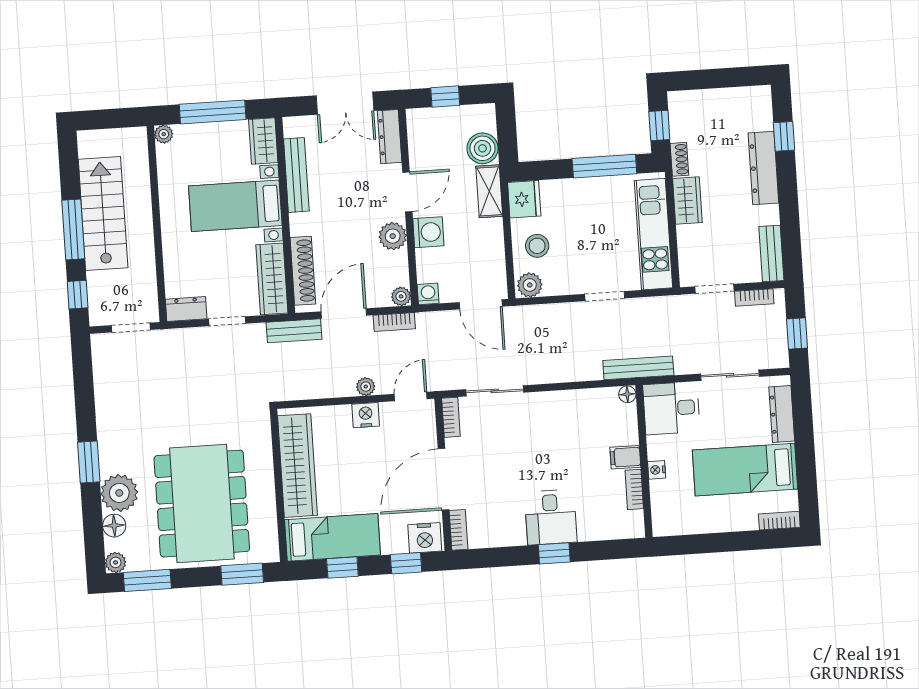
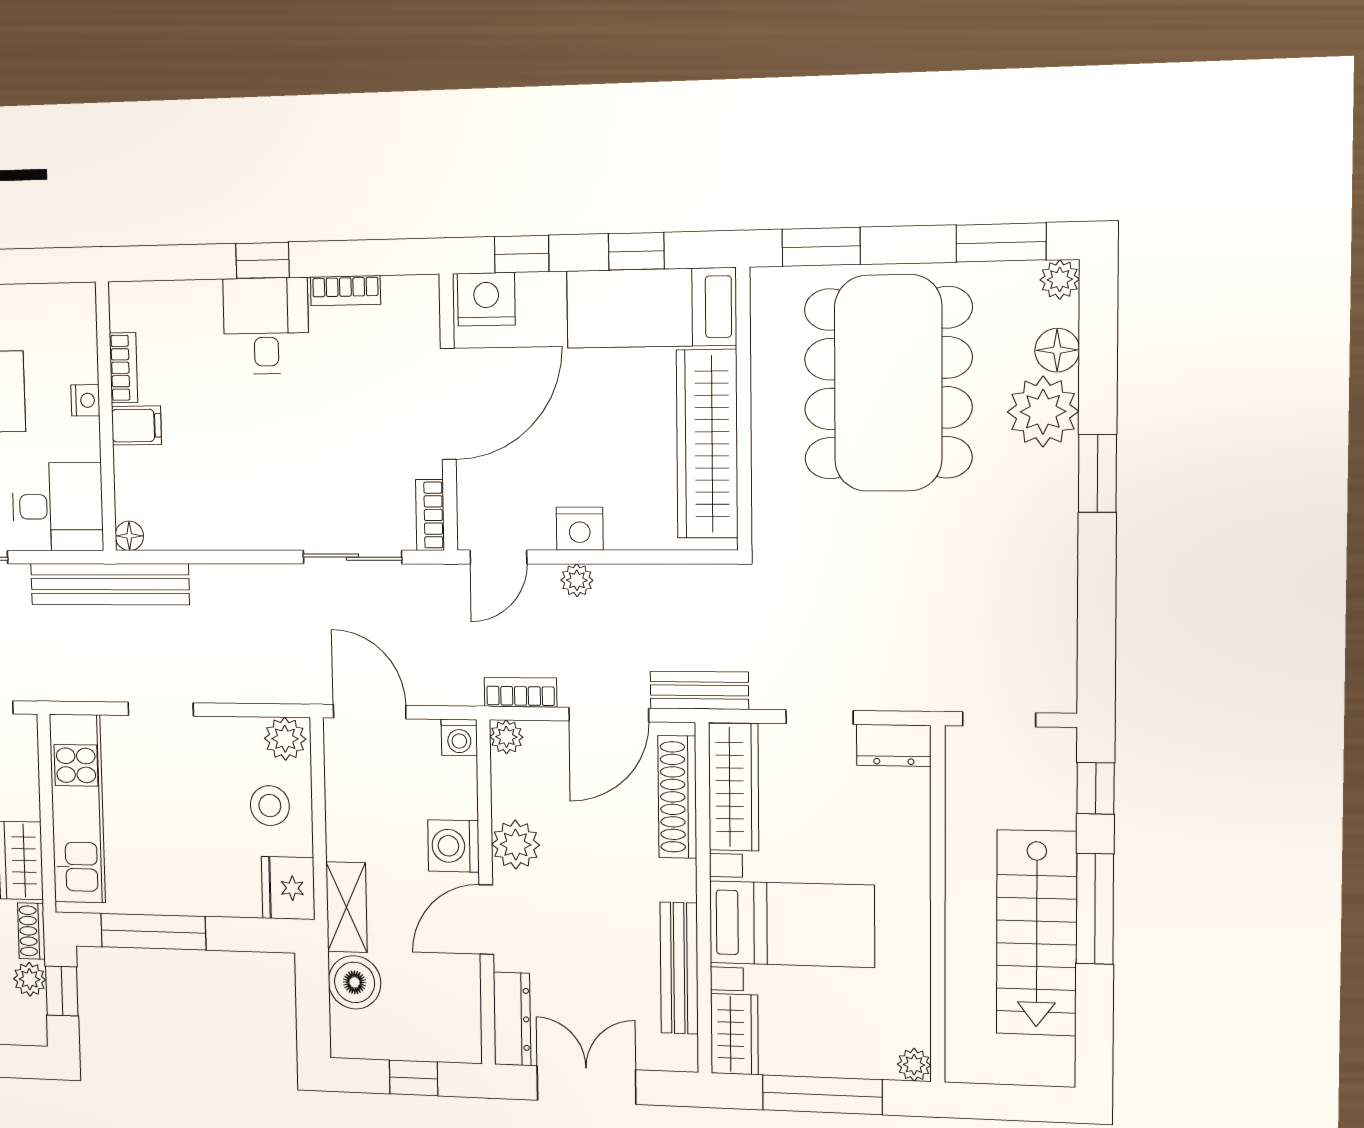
plant: (680, 131) -> (30, 979), added
bench: (638, 368) -> (110, 584), width x1.37, depth x1.21
bookcase: (459, 530) -> (345, 291), moved, turned -90

